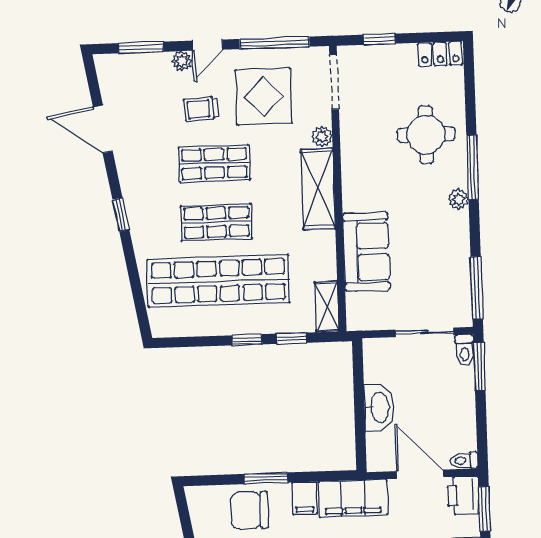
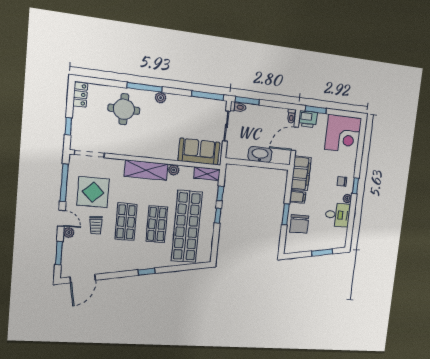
door: (103, 129) -> (83, 279), moved
plant: (322, 136) -> (174, 170), moved
sofa: (366, 252) -> (199, 152), moved

